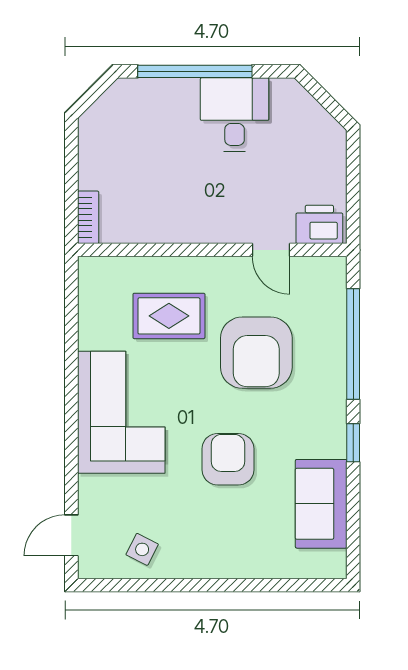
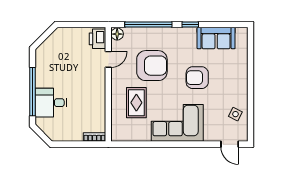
desk: (235, 115) -> (51, 103), moved
floor lamp: (331, 271) -> (117, 34), added

